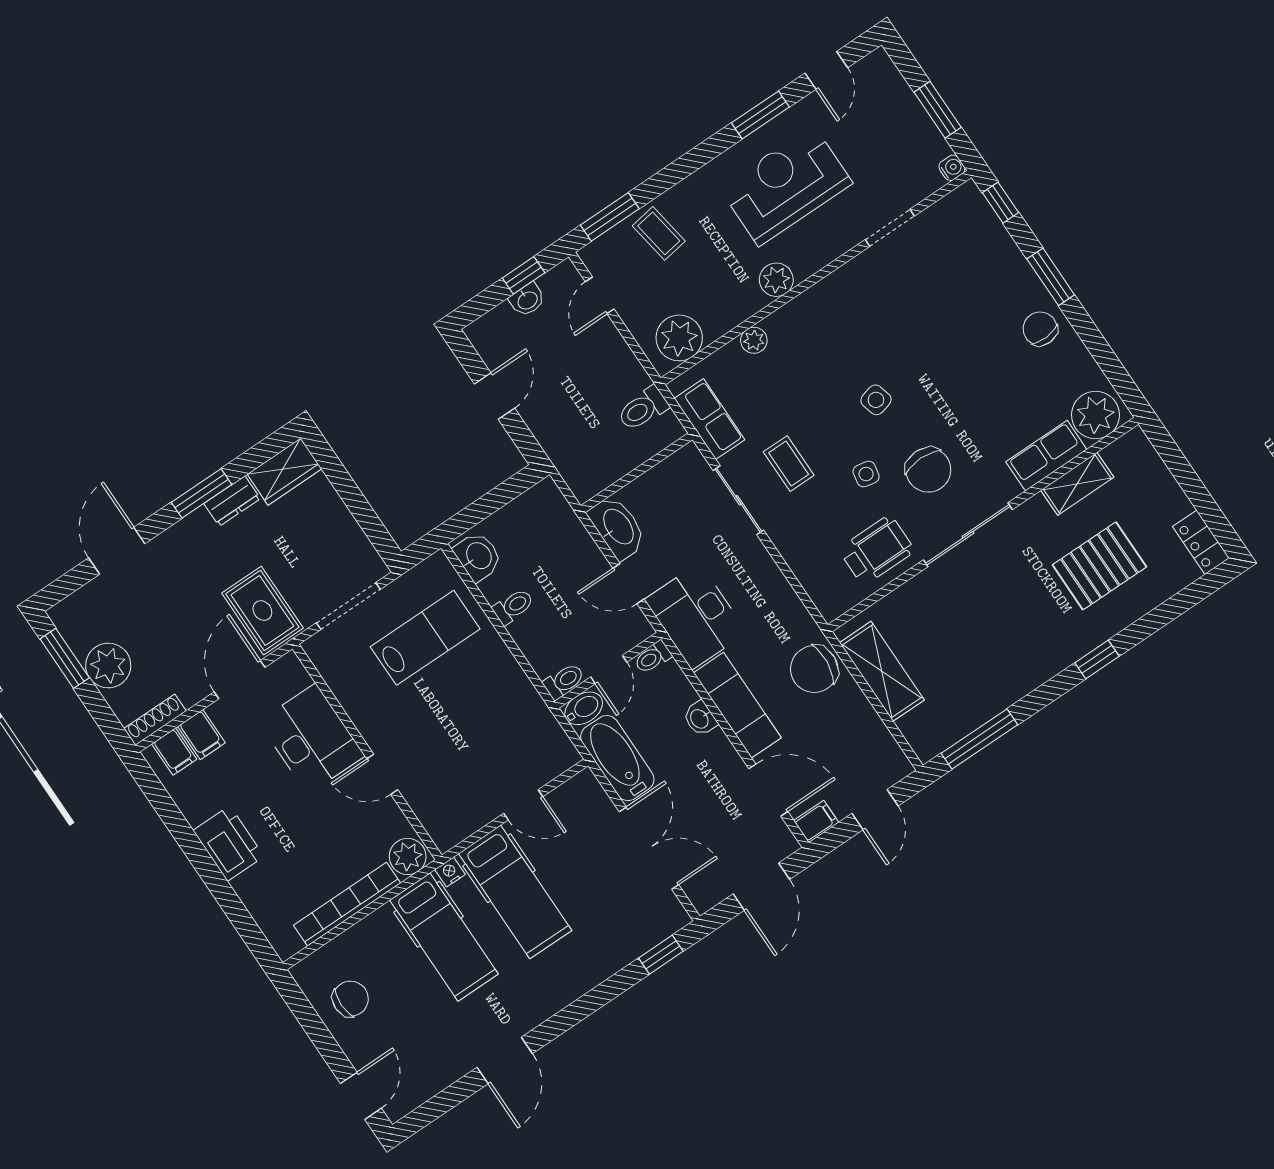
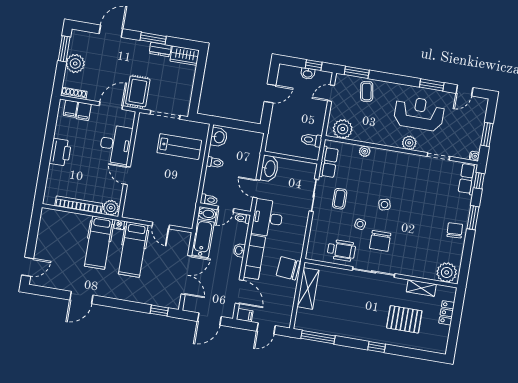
plant: (776, 280) -> (409, 143), moved
row of seats: (1046, 456) -> (468, 179), moved, turned -90
locker: (1201, 542) -> (447, 313), moved
chair: (350, 999) -> (52, 234), removed

